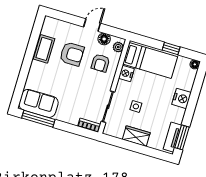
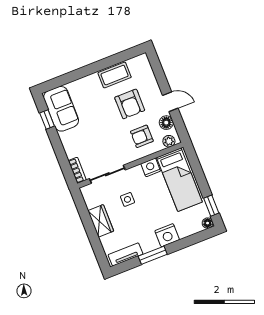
window: (171, 48) -> (211, 206), moved
window: (38, 119) -> (47, 120), width x0.46
window: (182, 137) -> (153, 255), moved

